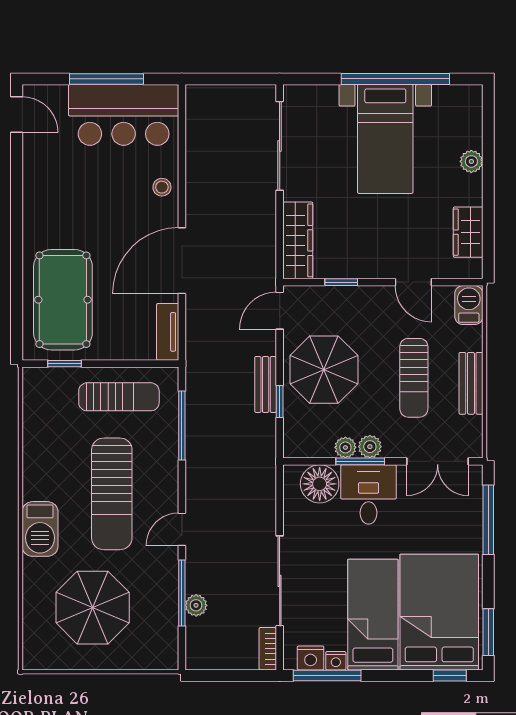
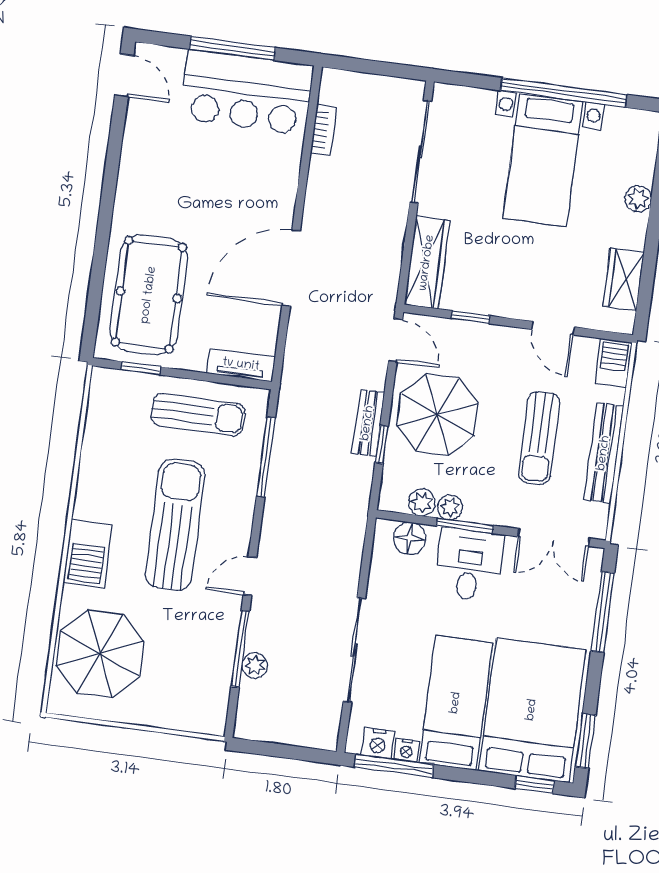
stool: (162, 187) -> (280, 181), removed
door: (280, 311) -> (396, 340), swing flipped
tv unit: (168, 332) -> (241, 365), moved, turned 90
bench: (471, 383) -> (604, 453), width x1.36
plant: (370, 447) -> (422, 503), moved
floor lamp: (320, 484) -> (410, 538), width x0.73, depth x0.73
sun lounger: (112, 494) -> (175, 525), turned 180
parasol: (93, 608) -> (100, 654), moved
bookcase: (268, 649) -> (323, 130), moved, turned 180

